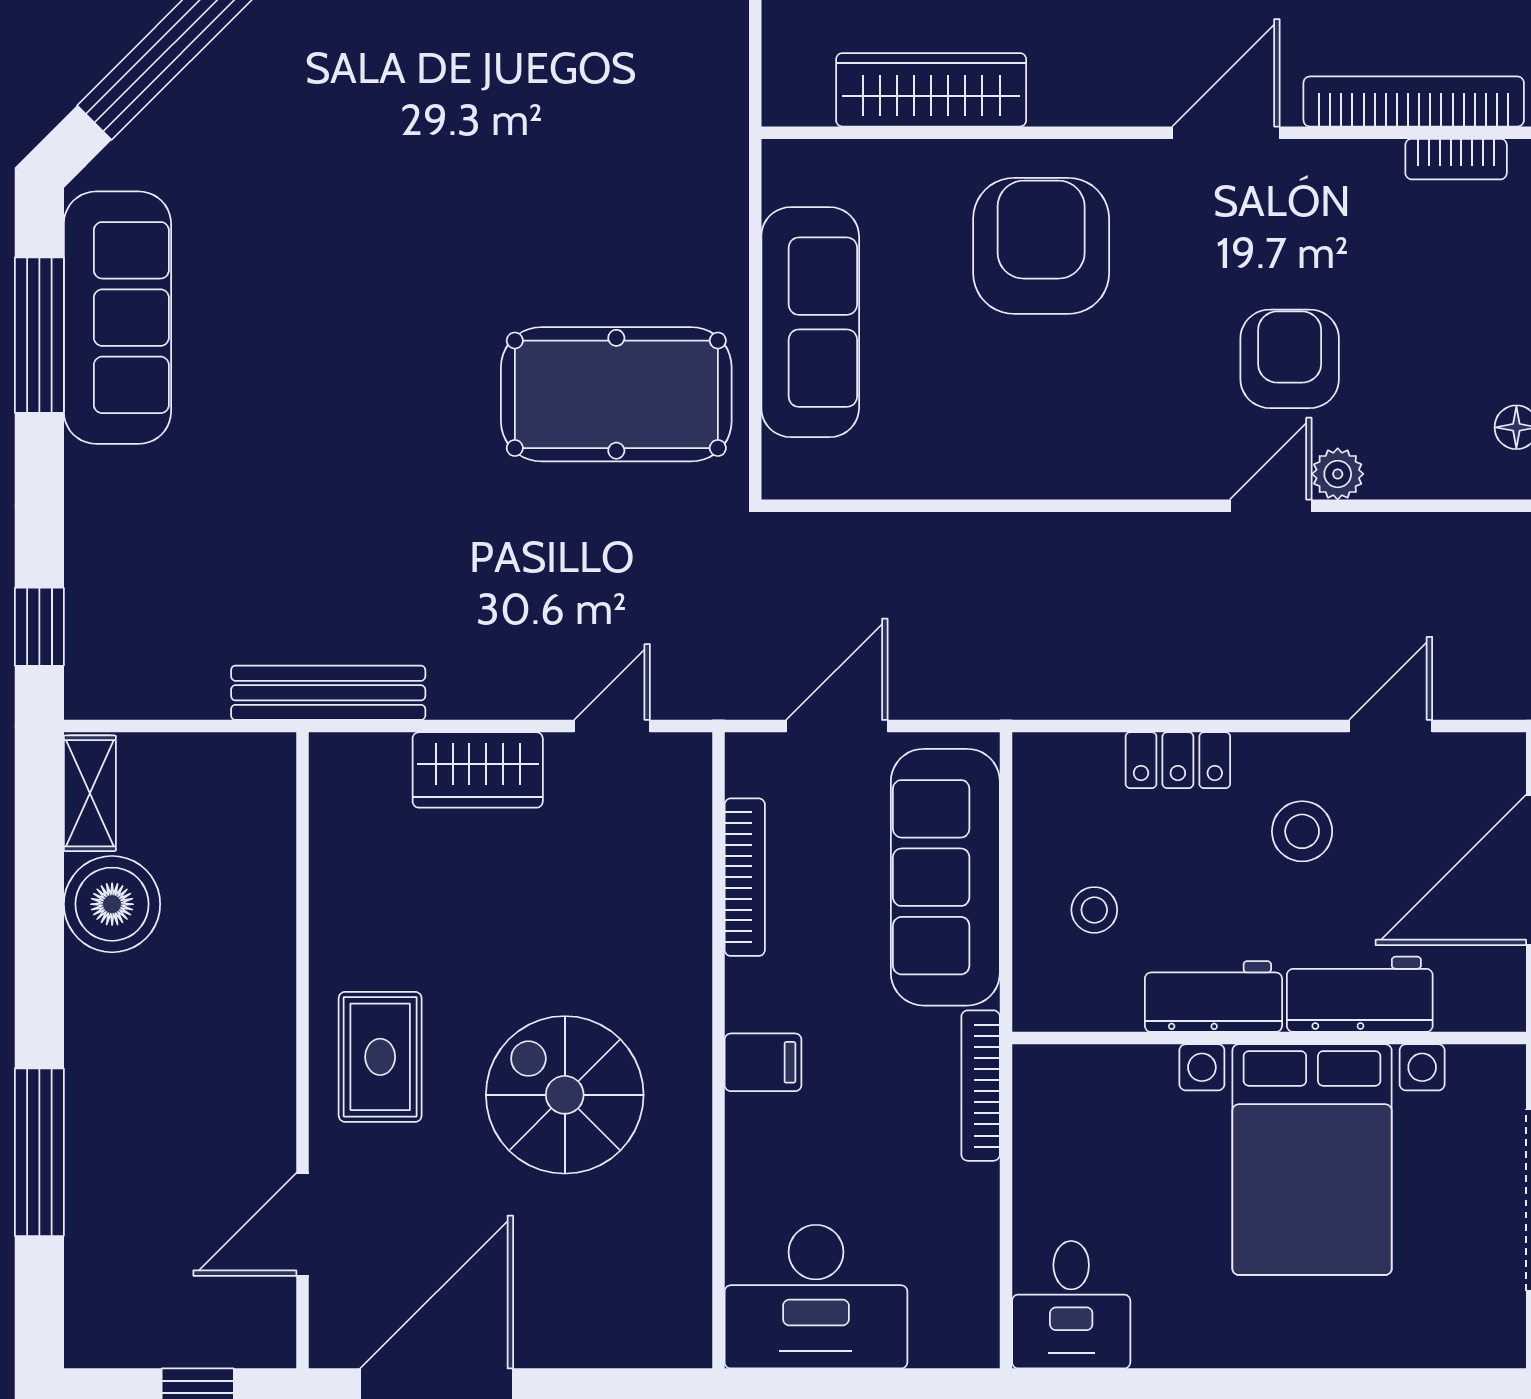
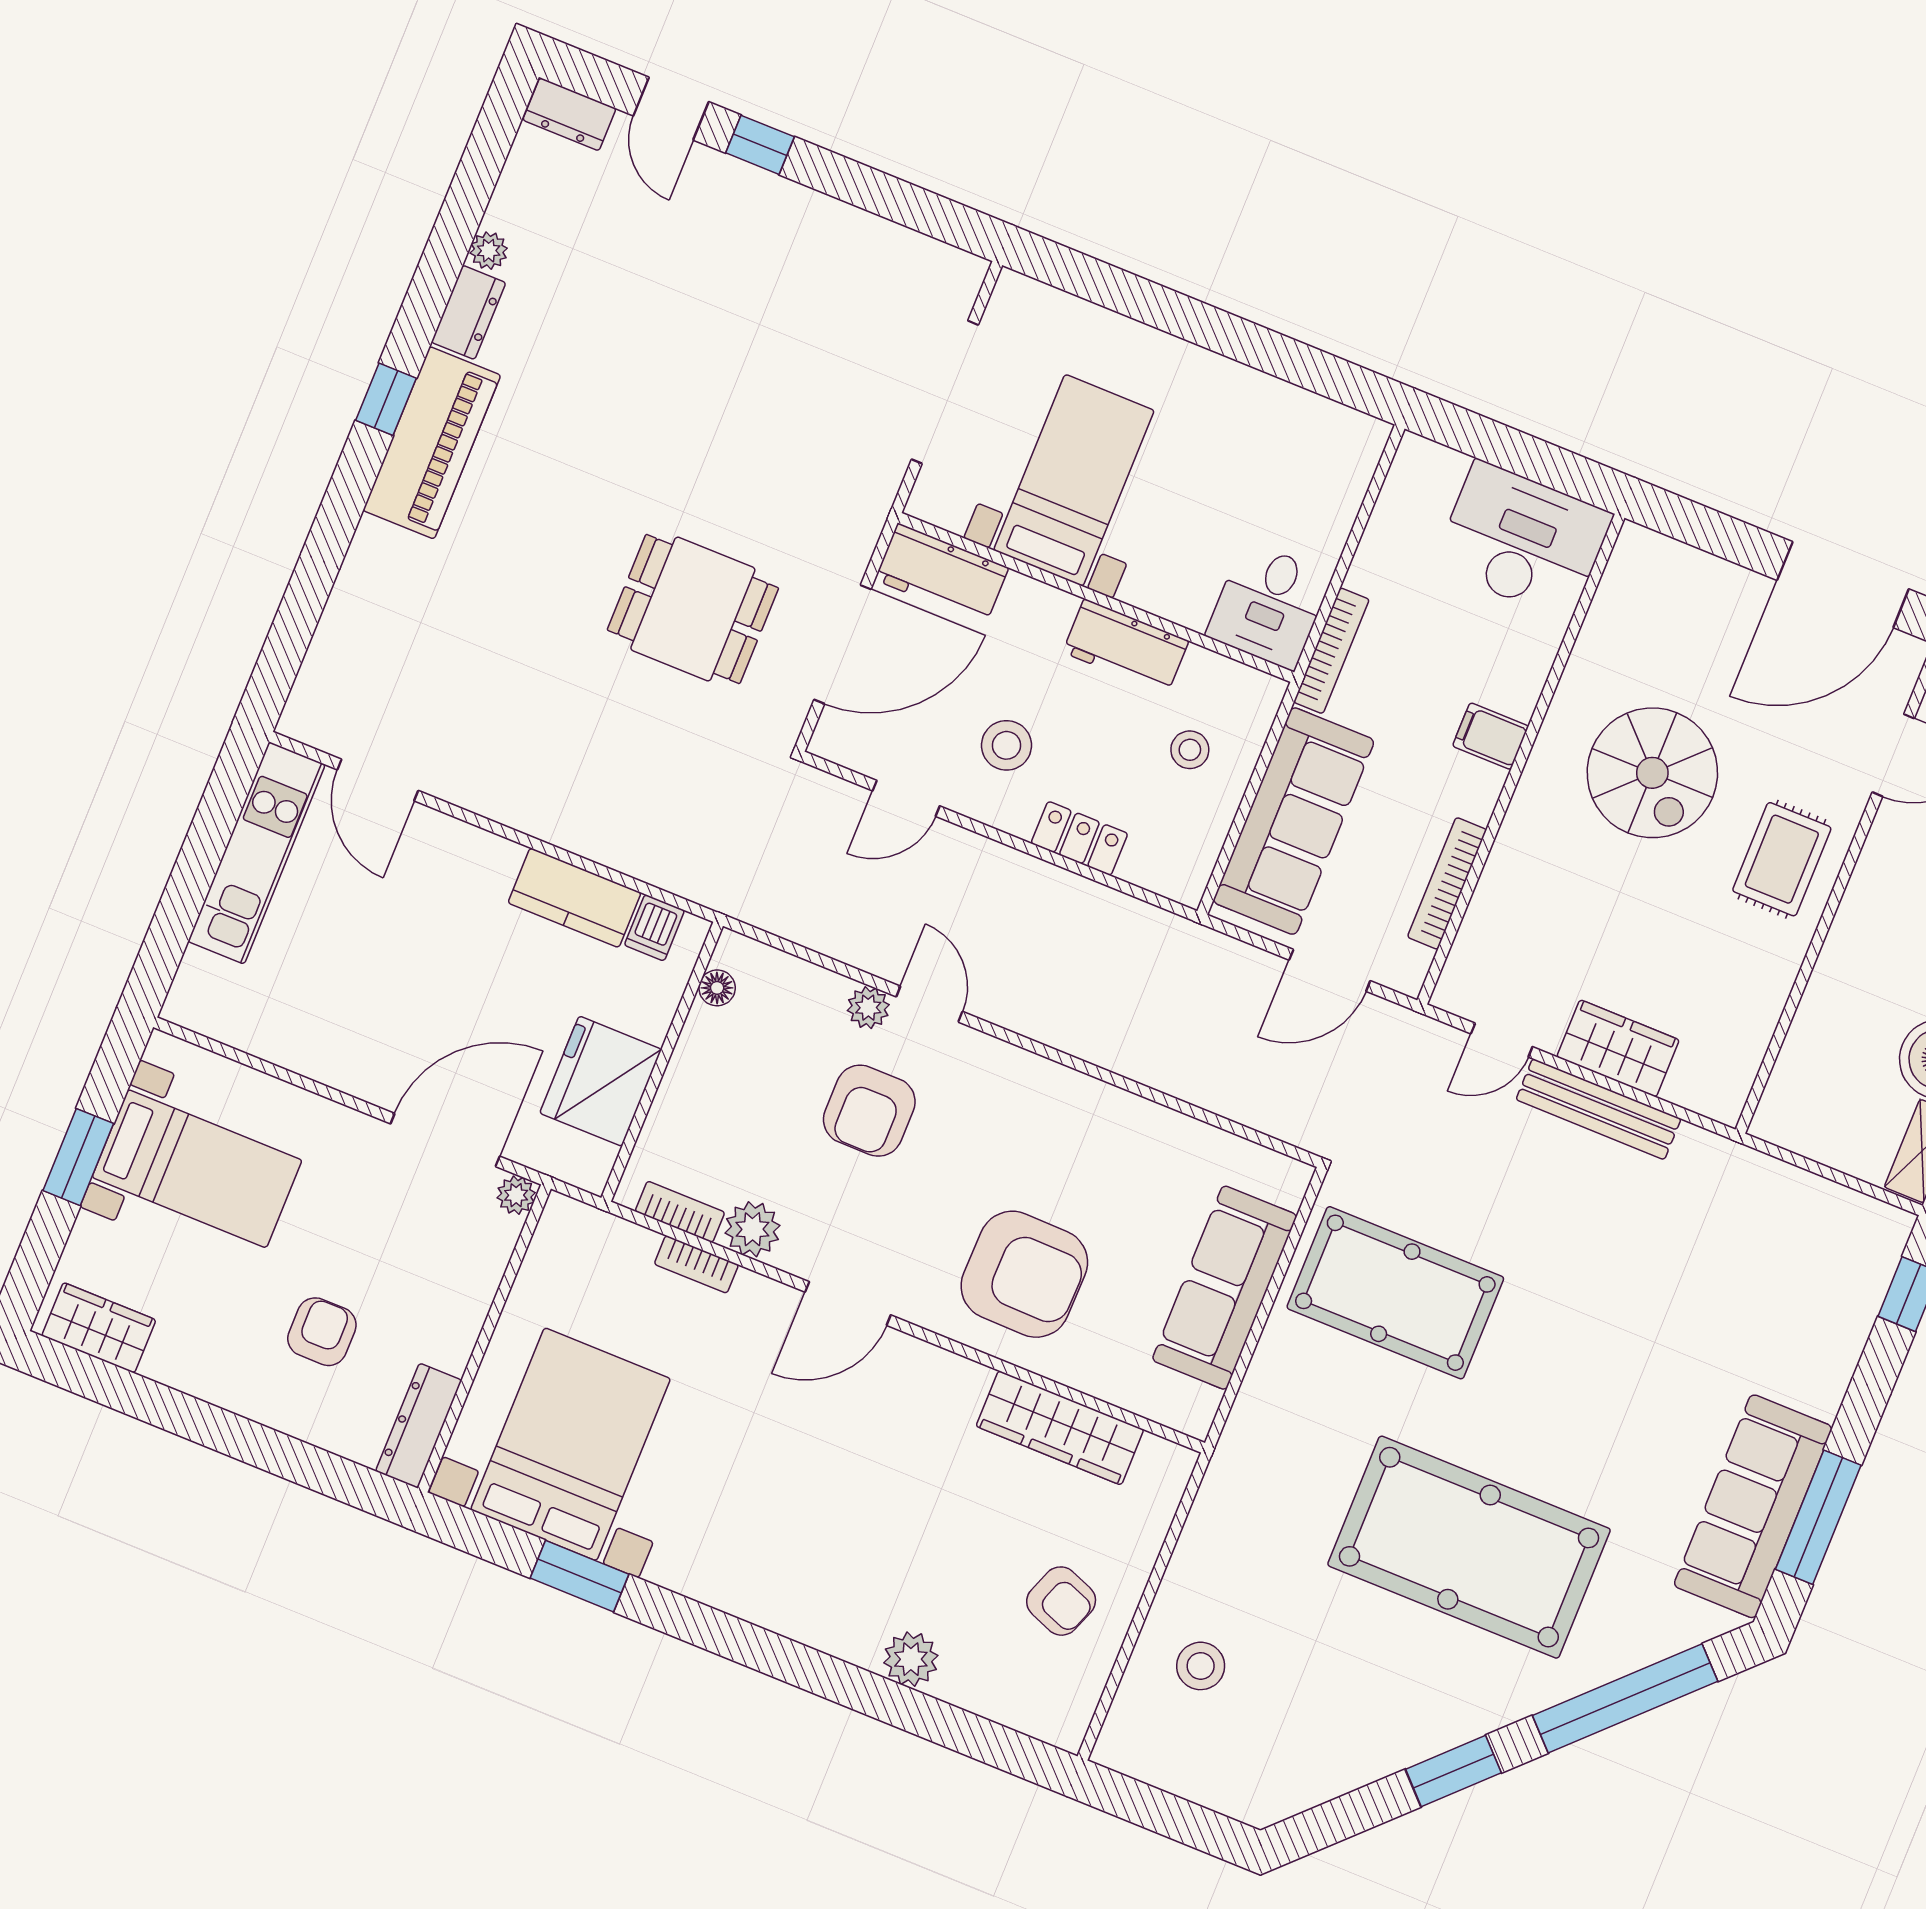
bookcase: (1414, 102) -> (696, 1264), width x0.43, depth x0.76
pool table: (418, 142) -> (1469, 1547), added
plant: (1367, 173) -> (752, 1229), added
armchair: (1041, 246) -> (1024, 1274), turned -89
door: (1271, 506) -> (929, 1004), swing flipped
bench: (328, 693) -> (1598, 1109), moved
workbench: (1360, 994) -> (942, 574), moved
bed with nightstands: (1312, 1160) -> (1074, 480), width x0.73
desk: (1071, 1305) -> (1269, 605), moved, turned 180

